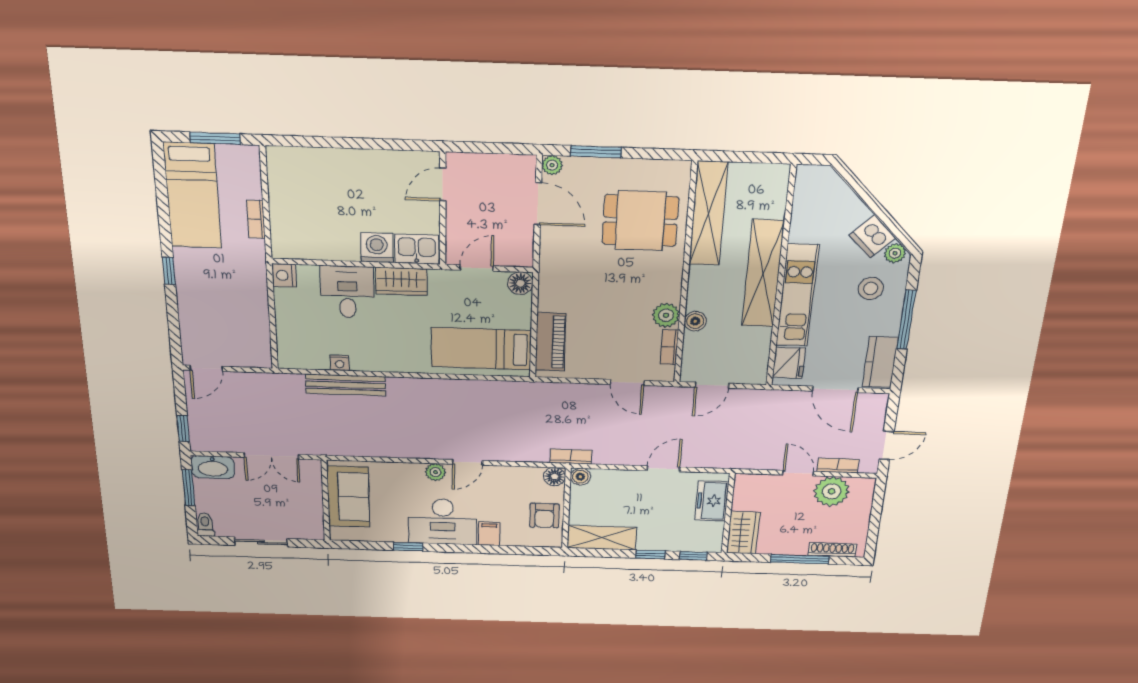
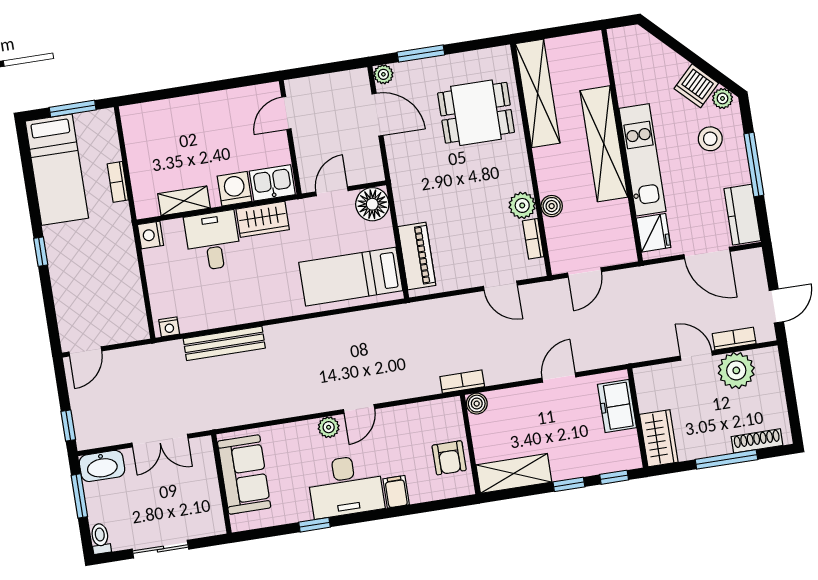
shelving: (323, 250) -> (184, 201), added
floor lamp: (520, 283) -> (372, 204), width x1.38, depth x1.38
nightstand: (340, 363) -> (169, 327), moved
floor lamp: (555, 477) -> (450, 409), removed

